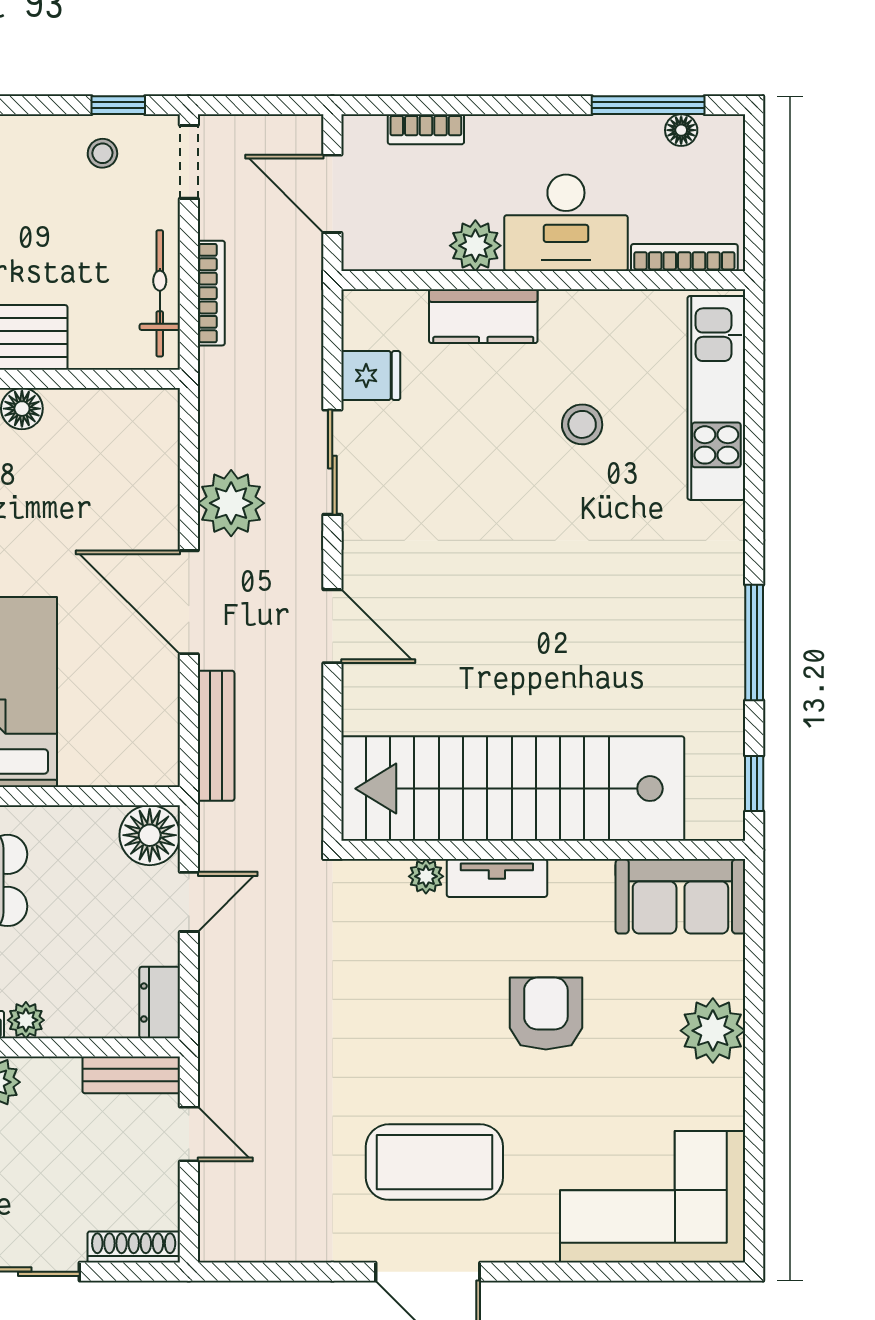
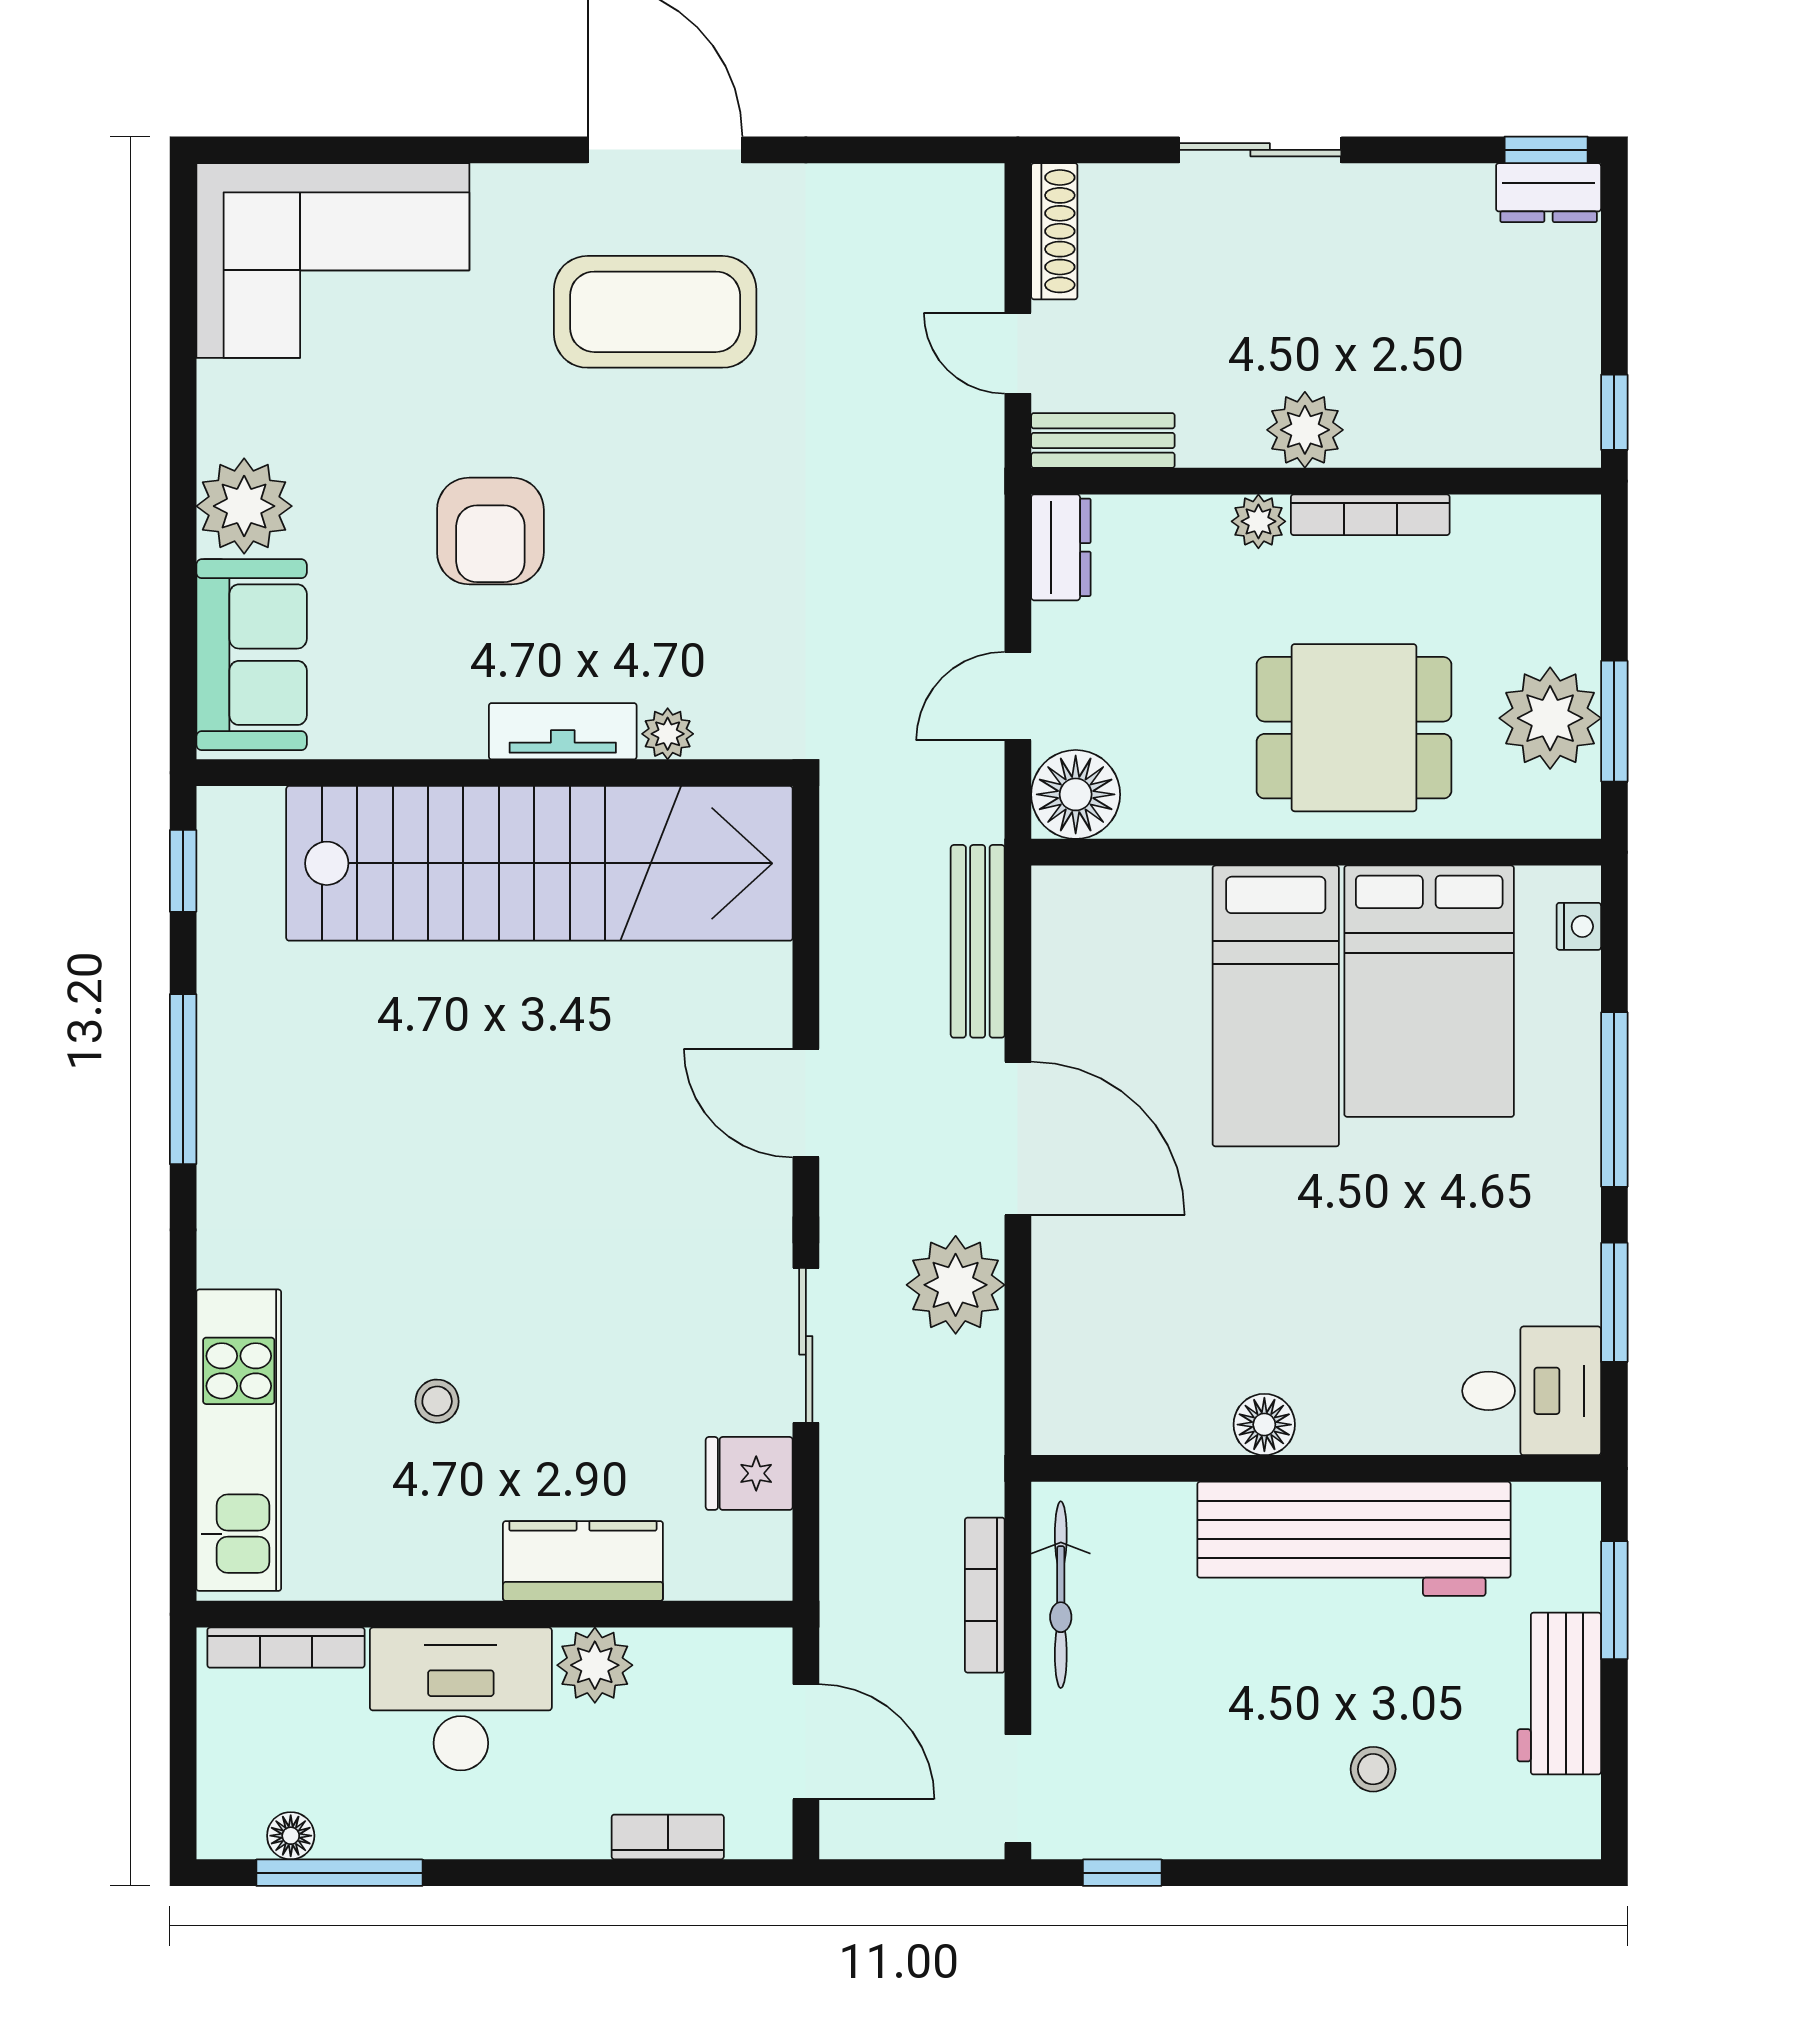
stool: (102, 153) -> (1145, 1802), removed
stool: (582, 424) -> (437, 1401), width x0.73, depth x0.73
sofa: (680, 896) -> (252, 655), moved, turned 90
shoe rack: (134, 1247) -> (1054, 231), moved, turned -90

